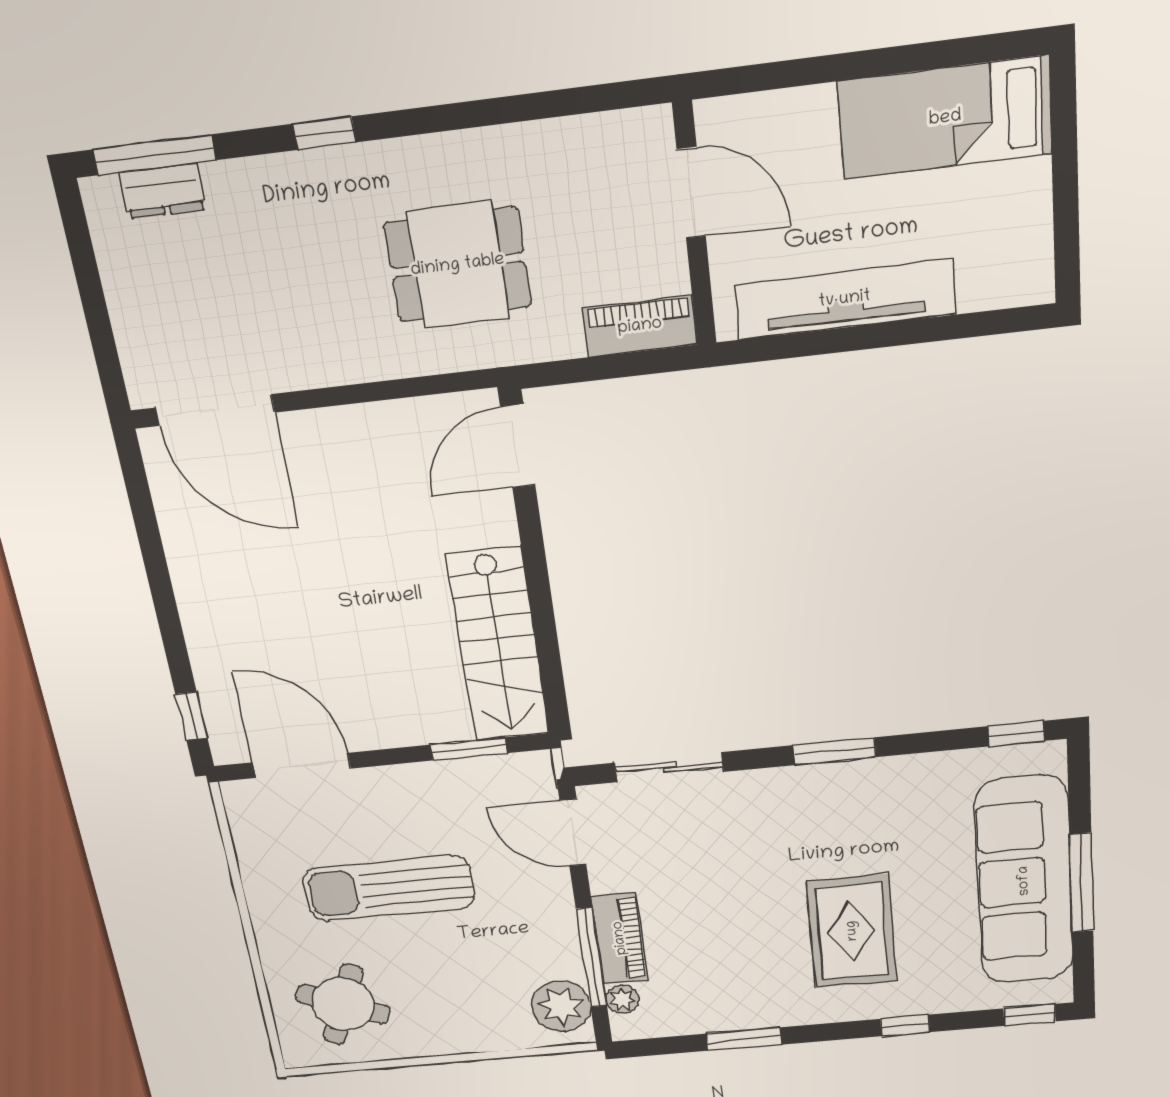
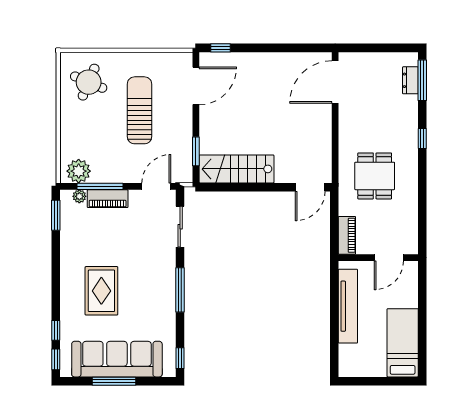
door: (518, 446) -> (310, 187), swing flipped
window: (834, 751) -> (180, 290), width x1.44
rug: (852, 931) -> (101, 291), turned 90
window: (905, 1025) -> (56, 330), moved
window: (744, 1039) -> (56, 215), moved

